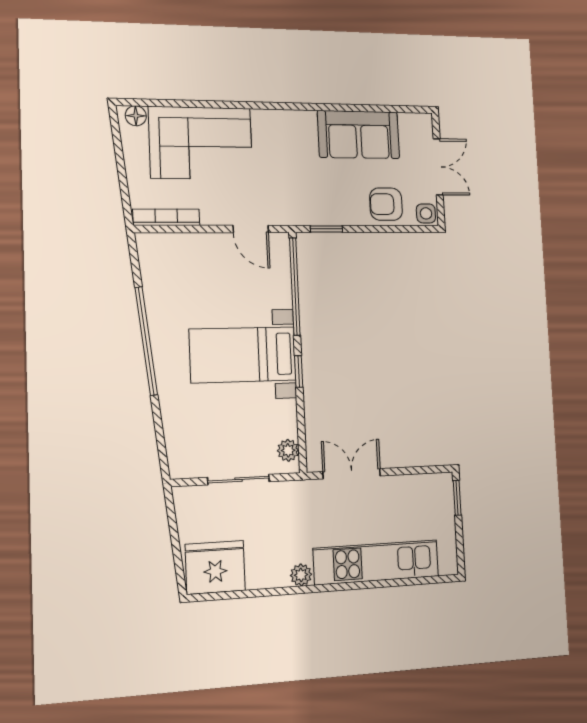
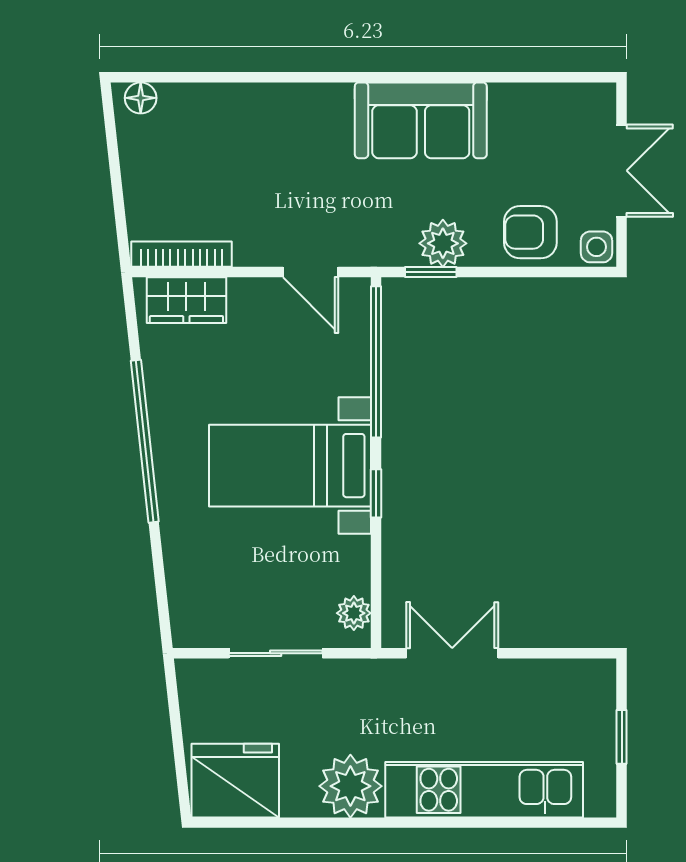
sofa: (359, 135) -> (421, 120), moved
corner sofa: (201, 143) -> (238, 138), removed
plant: (333, 211) -> (443, 243), added
wardrobe: (171, 247) -> (186, 300), added
window: (457, 498) -> (622, 737), moved
plant: (301, 575) -> (350, 786), width x1.88, depth x1.88

